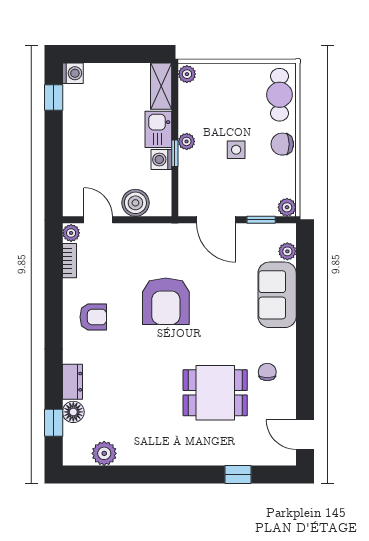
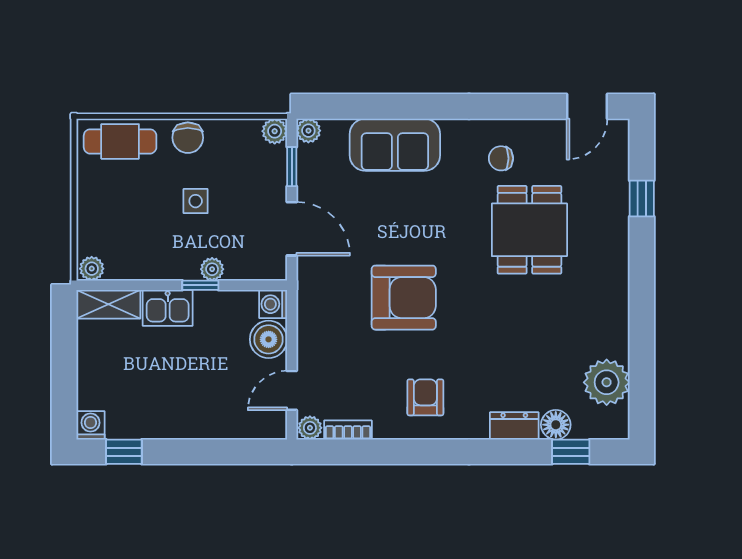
plant: (187, 141) -> (212, 269), moved
washing machine: (161, 159) -> (273, 304), moved, turned 90
door: (216, 220) -> (292, 229), hinge flipped
plant: (287, 251) -> (308, 131), moved
plant: (104, 453) -> (607, 382), width x1.36, depth x1.36

